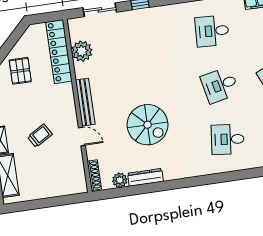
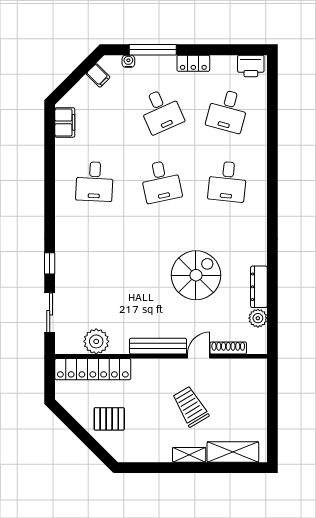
trolley: (40, 136) -> (190, 406), width x1.36, depth x1.39
shoe rack: (94, 175) -> (228, 348), moved

